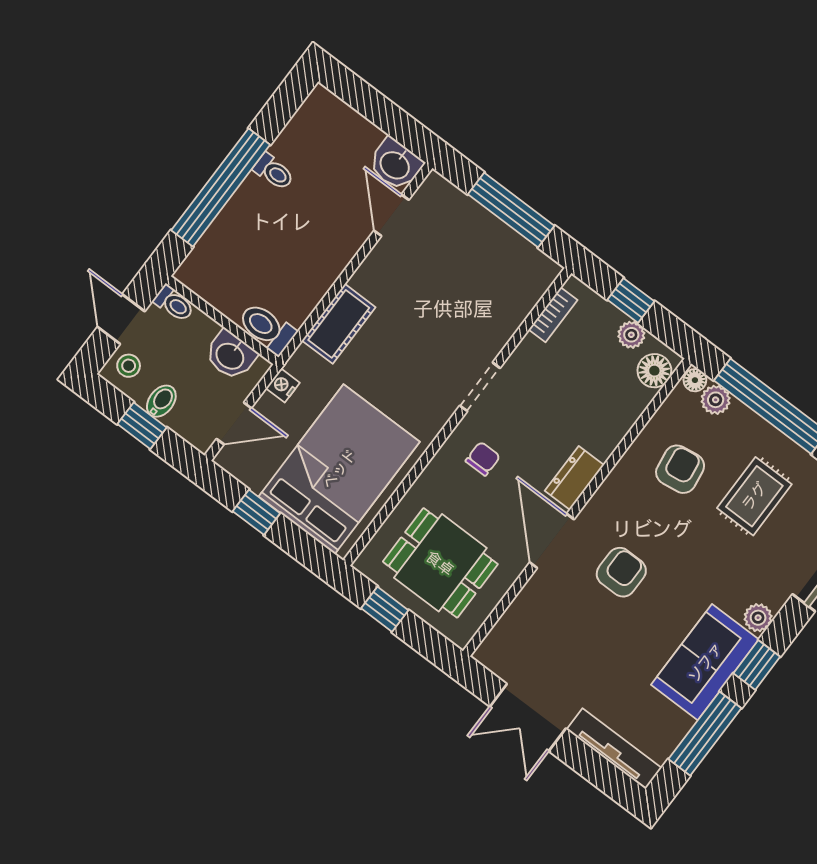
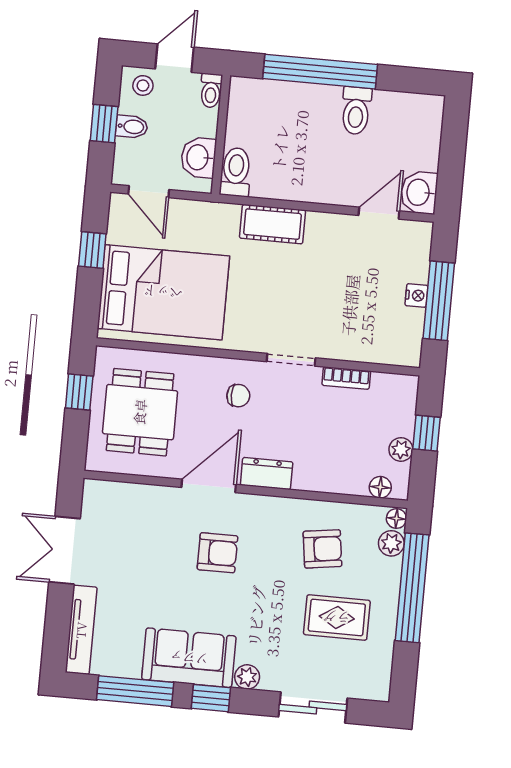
toilet: (274, 172) -> (356, 111), width x1.37, depth x1.39
bookcase: (553, 315) -> (346, 378), moved
floor lamp: (654, 371) -> (380, 487), width x0.73, depth x0.73
nightstand: (283, 385) -> (416, 295), moved, turned 90

